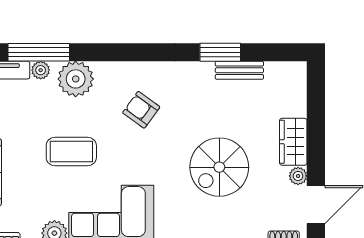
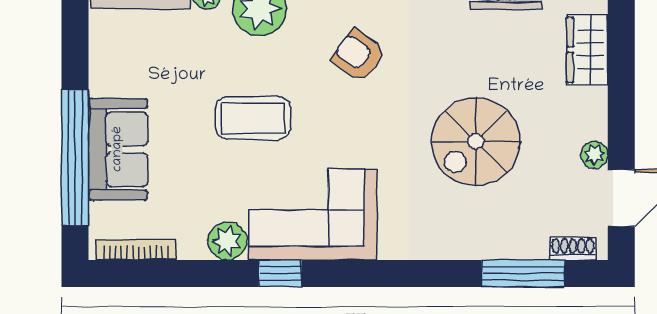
wardrobe: (293, 142) -> (587, 50), moved

